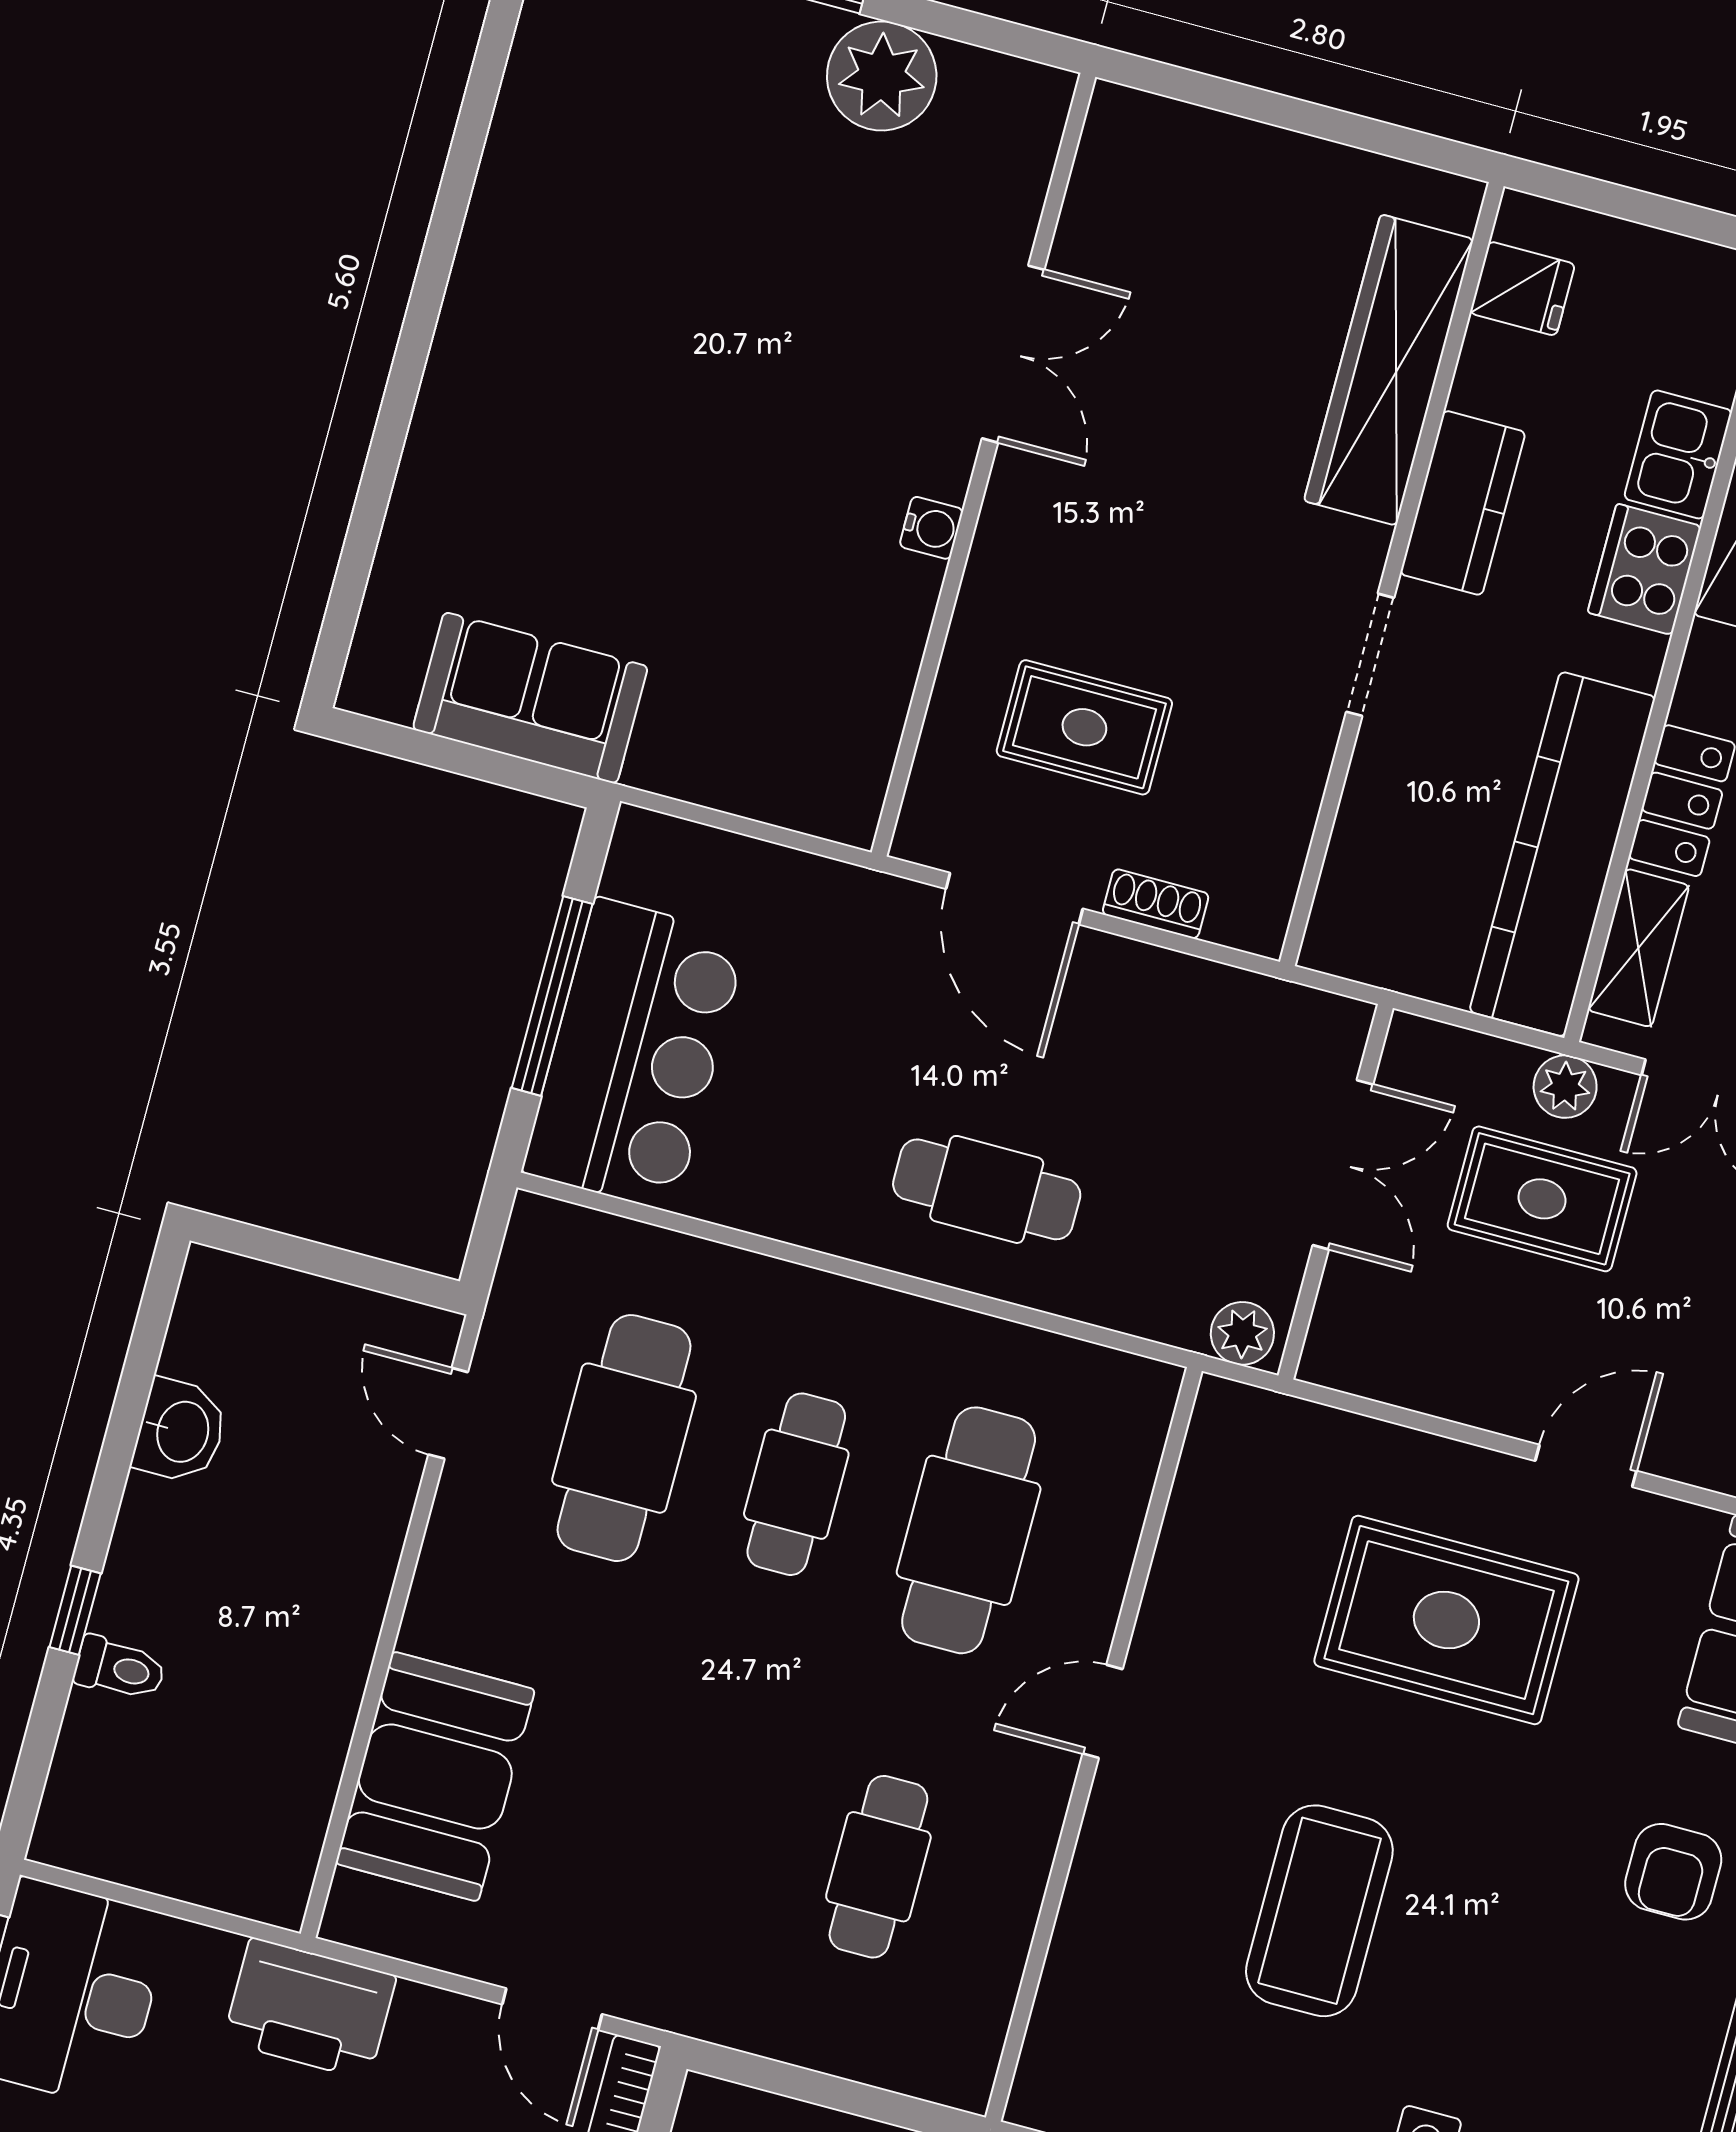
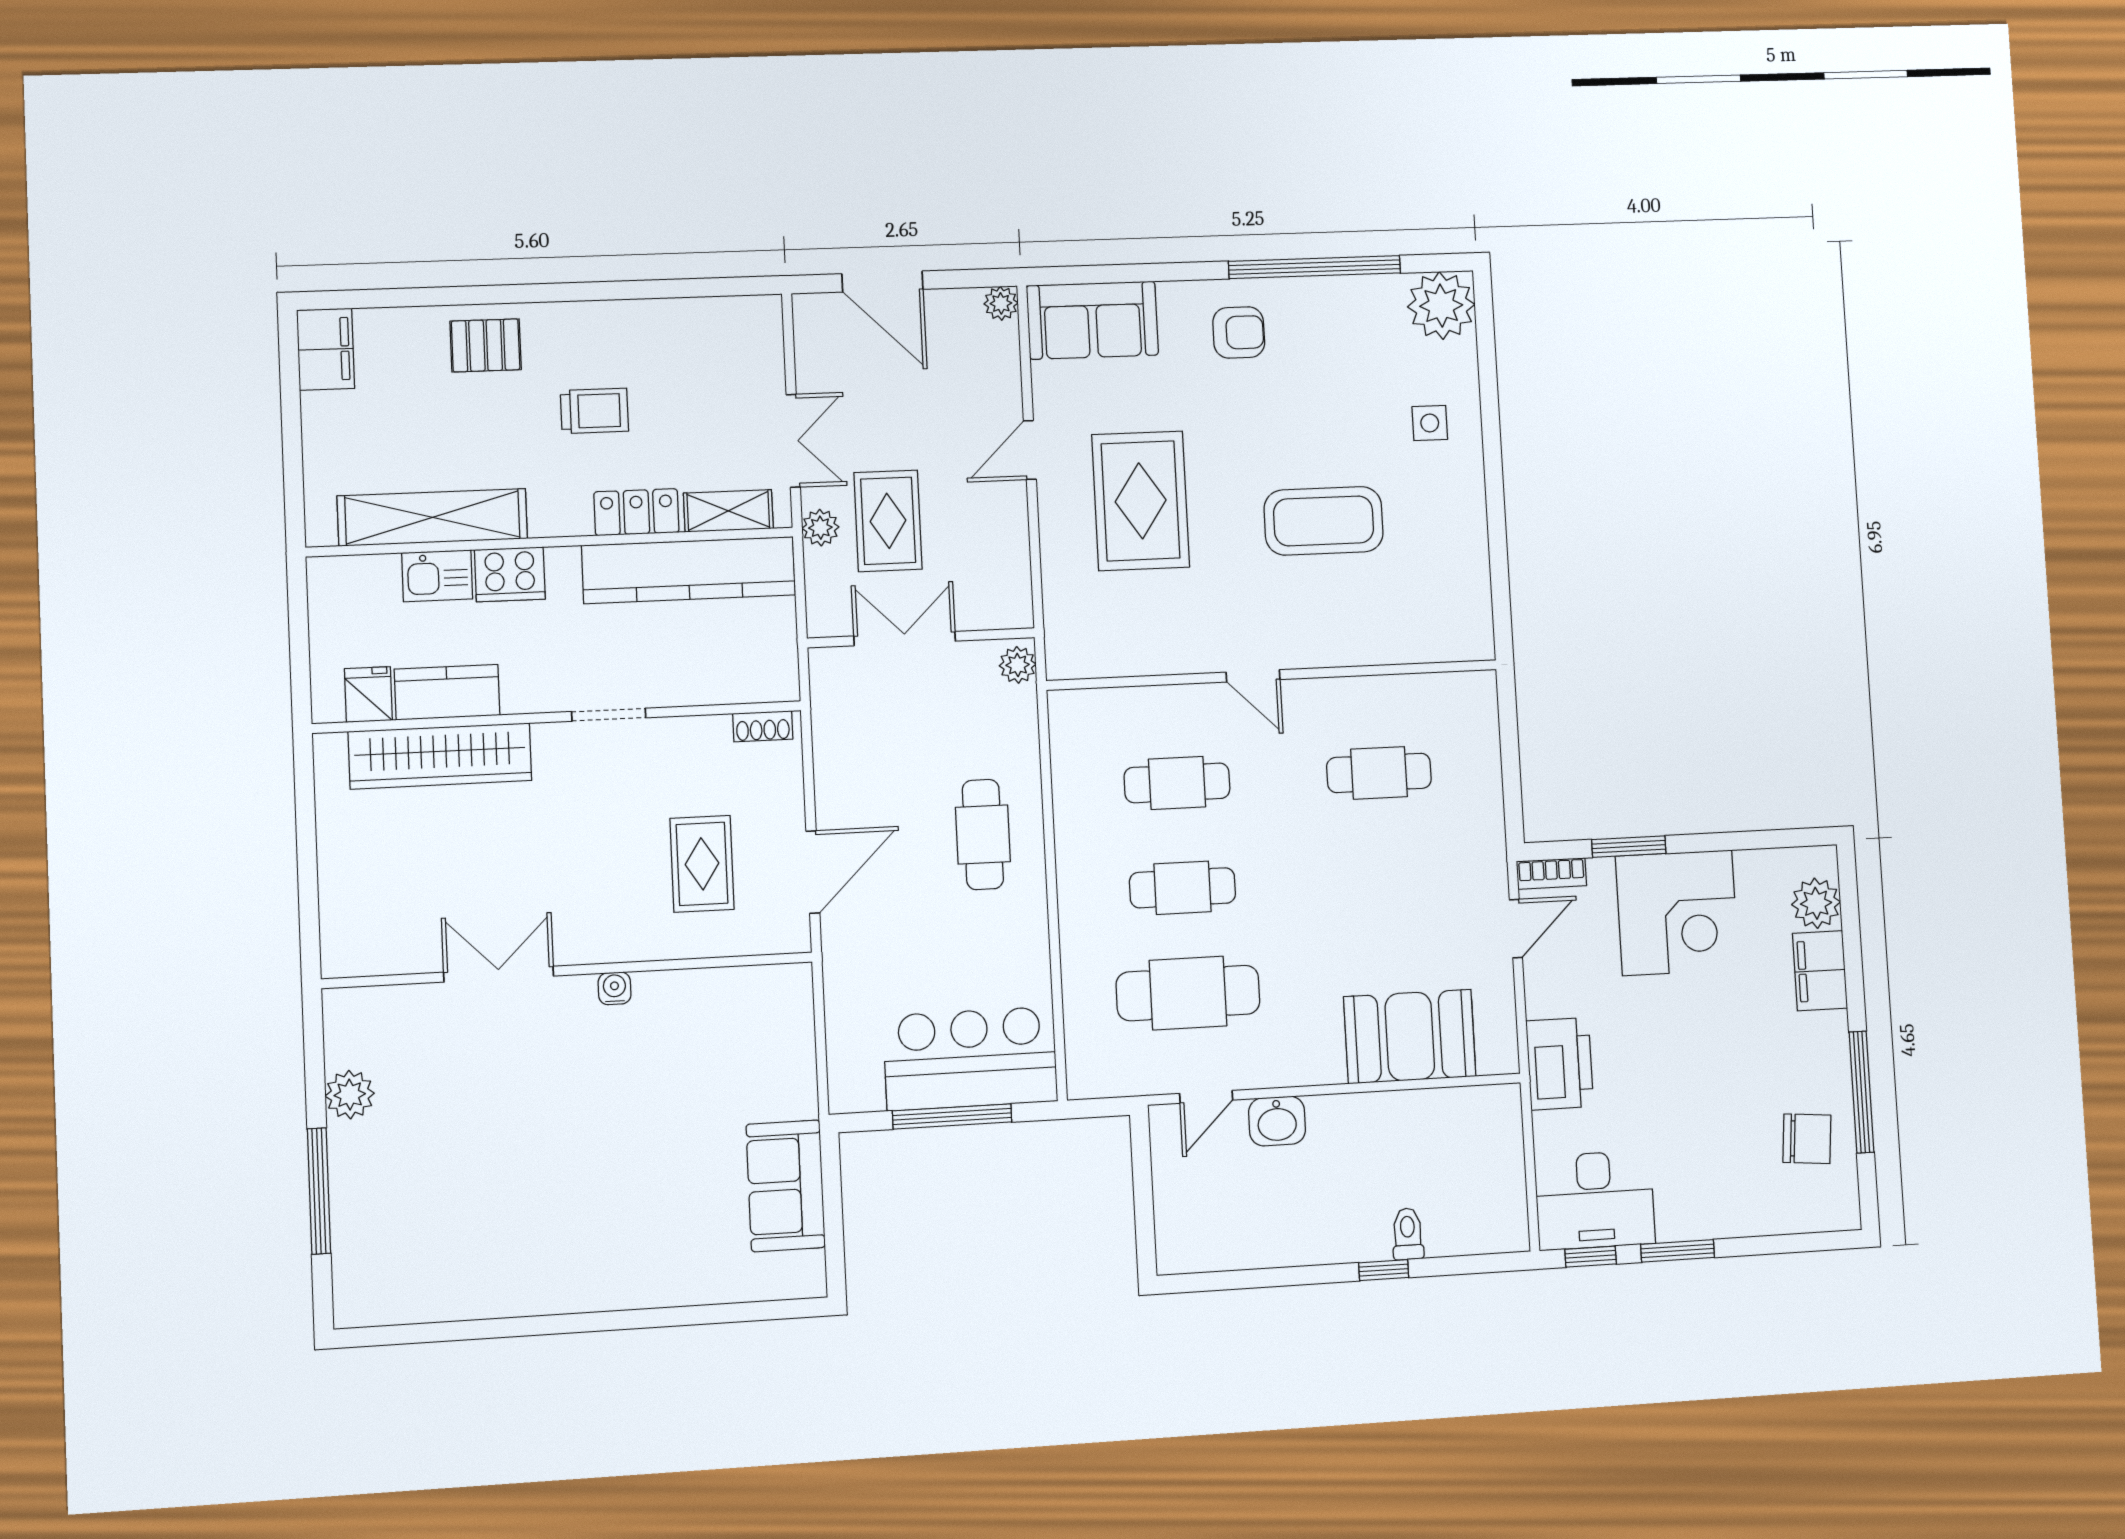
plant: (882, 76) -> (350, 1095), width x0.73, depth x0.73
kitchen counter: (1463, 503) -> (447, 692), moved
shoe rack: (1156, 904) -> (763, 726), moved, turned -90
washbasin: (180, 1431) -> (1277, 1121), moved, turned 180
door: (1586, 1466) -> (1030, 450), hinge flipped
cafe table: (969, 1530) -> (1177, 783), width x0.73, depth x0.74

